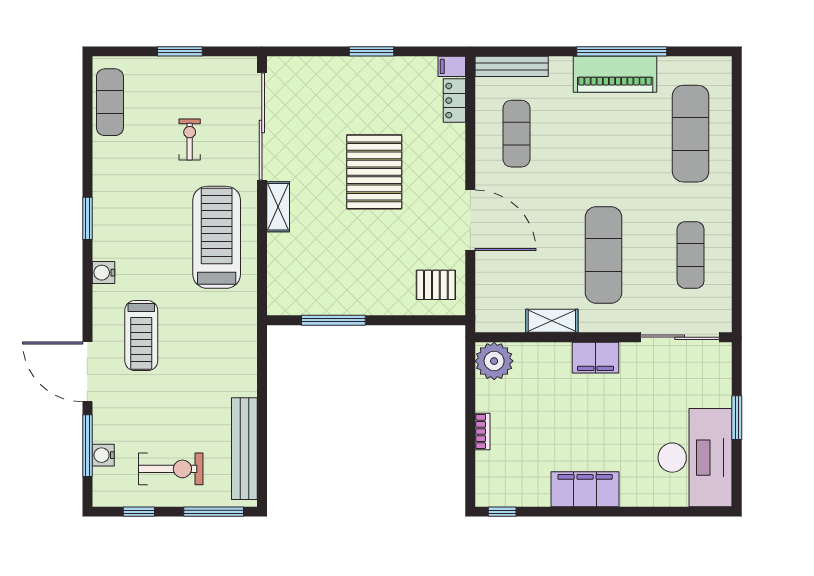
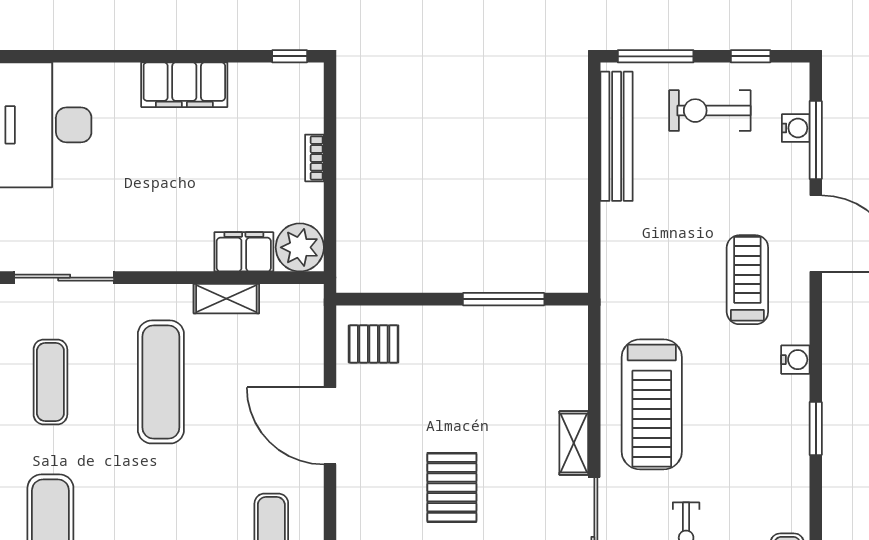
pallet: (374, 172) -> (452, 487), width x0.73, depth x0.71
filing cabinet: (596, 358) -> (244, 252), moved

